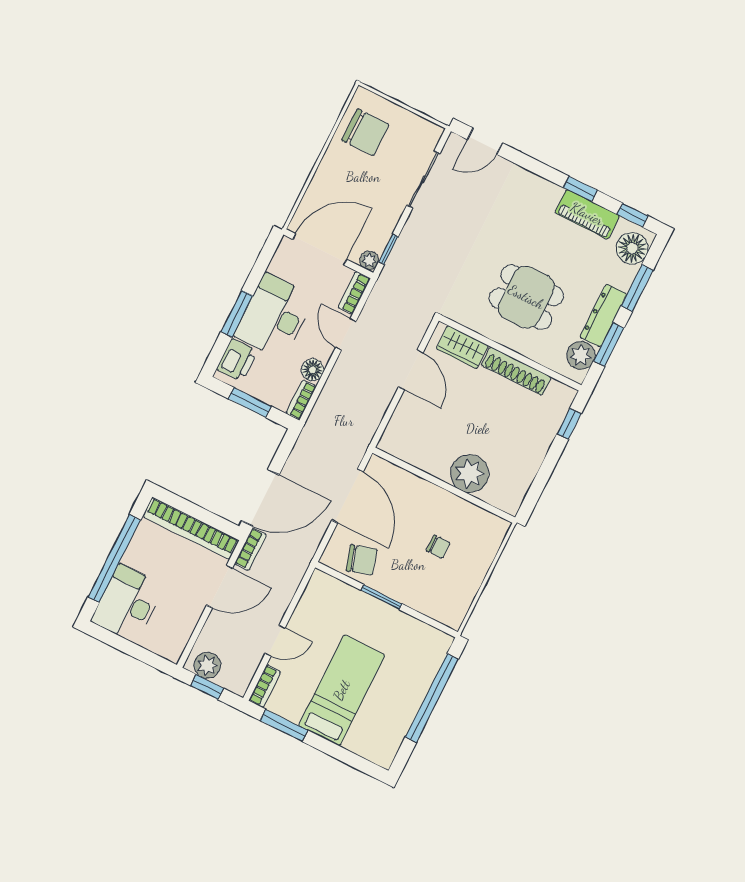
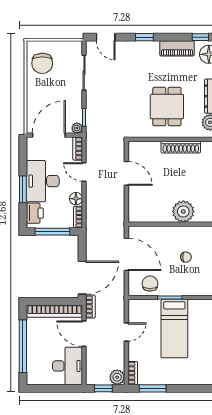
chair: (365, 132) -> (42, 63), turned 90
door: (485, 141) -> (106, 37), hinge flipped
window: (580, 189) -> (144, 37), moved
dining table: (526, 297) -> (167, 107), turned 90
wardrobe: (462, 347) -> (147, 149), removed
window: (250, 403) -> (52, 232), width x1.44
chair: (361, 560) -> (150, 284), turned -73
door: (220, 587) -> (84, 334), swing flipped
desk: (128, 603) -> (68, 366), moved, turned 180
door: (275, 641) -> (126, 332), moved
plant: (207, 665) -> (117, 377), moved
bed: (342, 690) -> (174, 329), moved, turned 180

